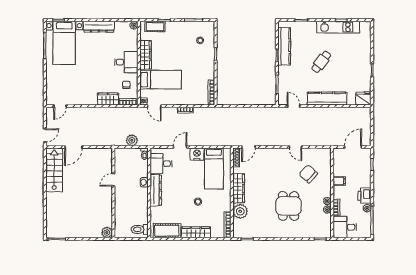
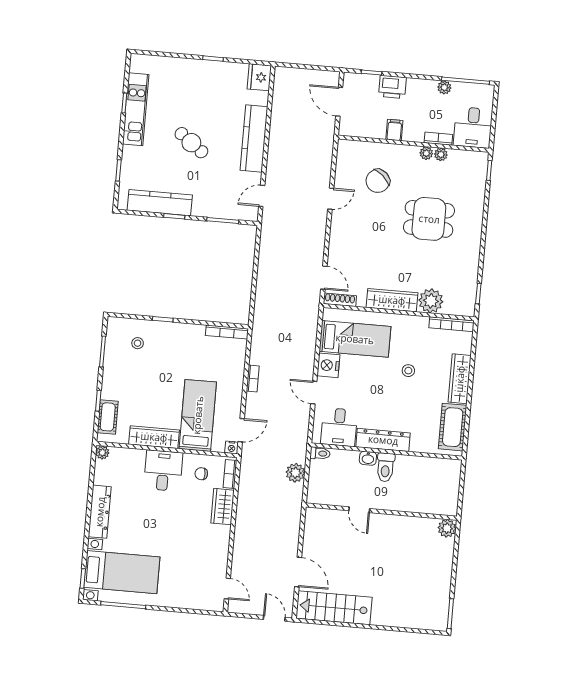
printer: (365, 196) -> (392, 87), moved
toilet: (140, 229) -> (385, 467), moved

